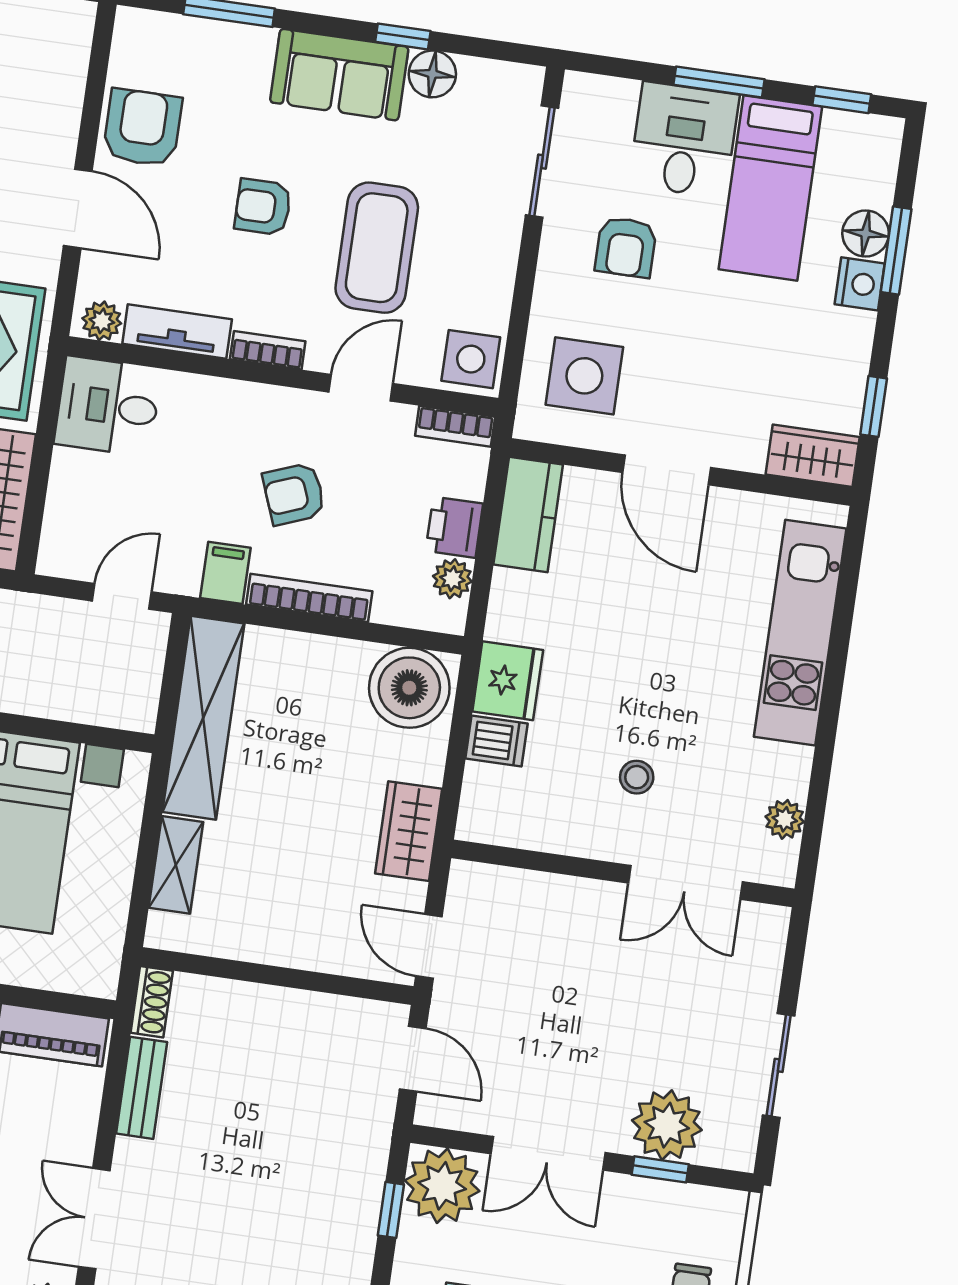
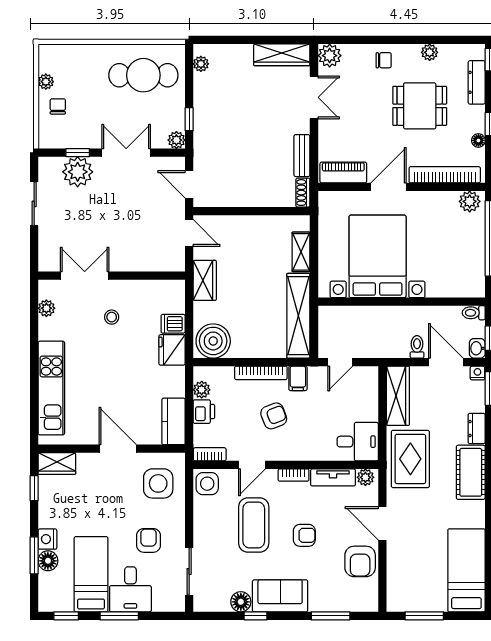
plant: (442, 1186) -> (176, 140), width x0.53, depth x0.53

